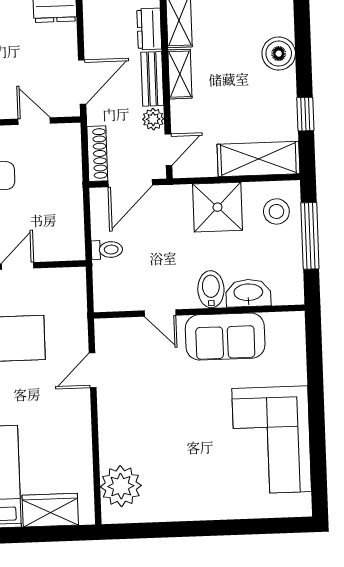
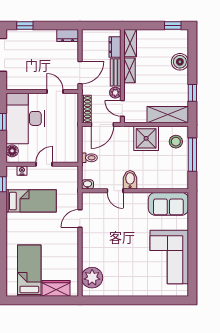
door: (168, 150) -> (122, 108), swing flipped
bidet: (211, 289) -> (130, 180), moved
washbasin: (248, 293) -> (87, 184), moved, width x0.52, depth x0.69
sofa: (225, 337) -> (168, 204), moved

